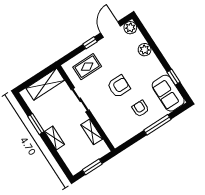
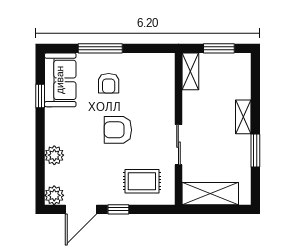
shelving: (92, 132) -> (190, 71), moved

